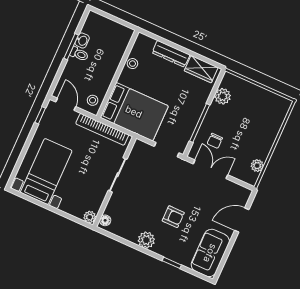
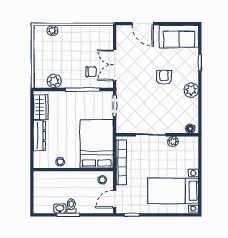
plant: (257, 166) -> (52, 31), moved
plant: (90, 217) -> (173, 142), moved

